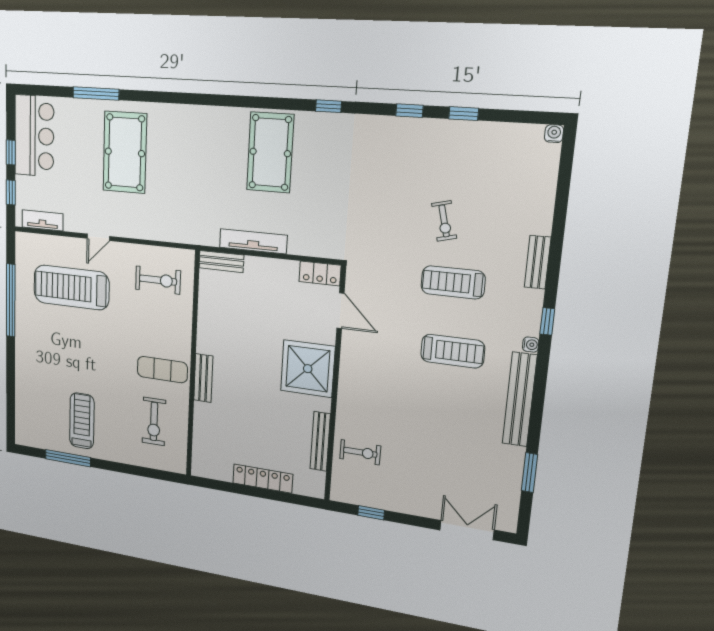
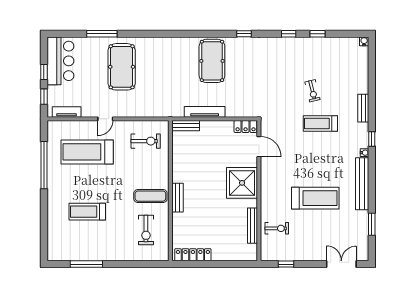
treadmill: (453, 351) -> (315, 198), moved, width x1.37, depth x1.38
treadmill: (82, 421) -> (87, 212), moved, turned -90
locker: (263, 479) -> (193, 255), moved

